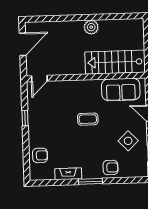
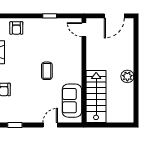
door: (23, 44) -> (114, 16), hinge flipped
side table: (128, 141) -> (27, 106), removed

